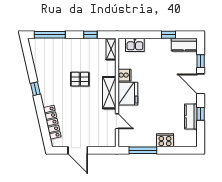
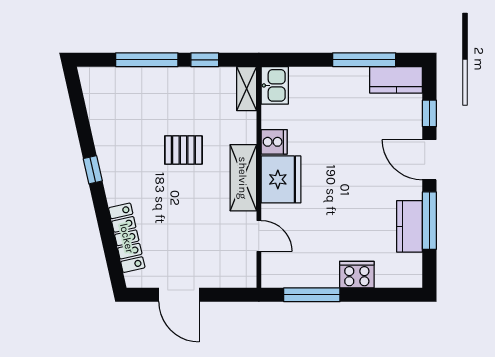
window: (50, 35) -> (147, 60), moved
window: (169, 35) -> (364, 60), width x2.17
kitchen sink: (135, 45) -> (275, 85), moved, turned -90
window: (201, 114) -> (429, 221), width x2.17

